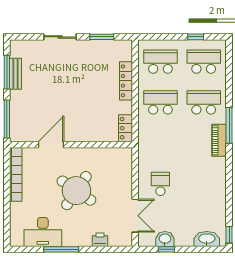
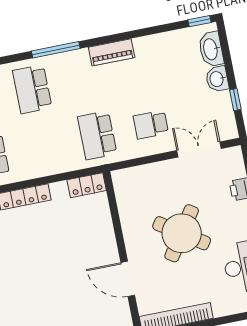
school desk: (160, 102) -> (97, 135), moved
piano: (219, 140) -> (112, 52), moved
washbasin: (165, 239) -> (217, 79), moved

